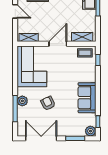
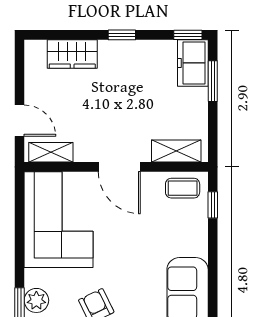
door: (15, 11) -> (19, 121), moved
door: (58, 44) -> (119, 167), swing flipped

